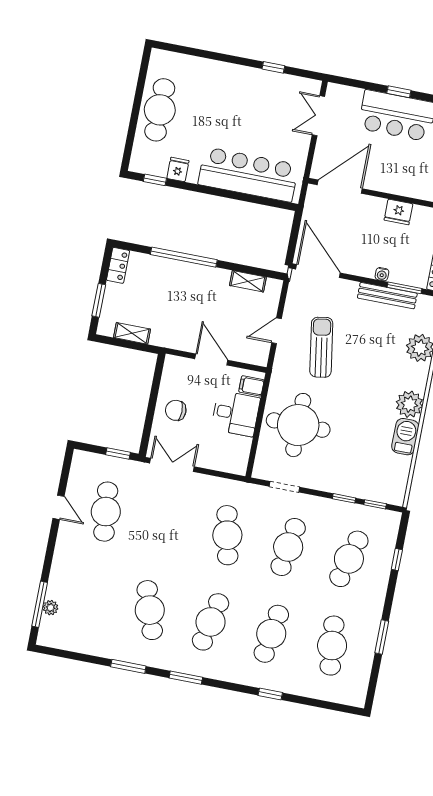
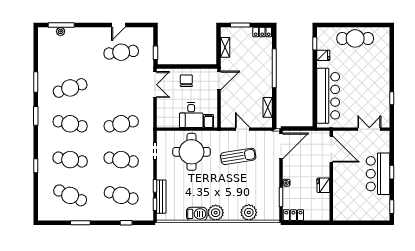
bench: (387, 296) -> (161, 197), moved
door: (211, 360) -> (219, 81), moved
cafe table: (332, 646) -> (70, 195), turned 30

